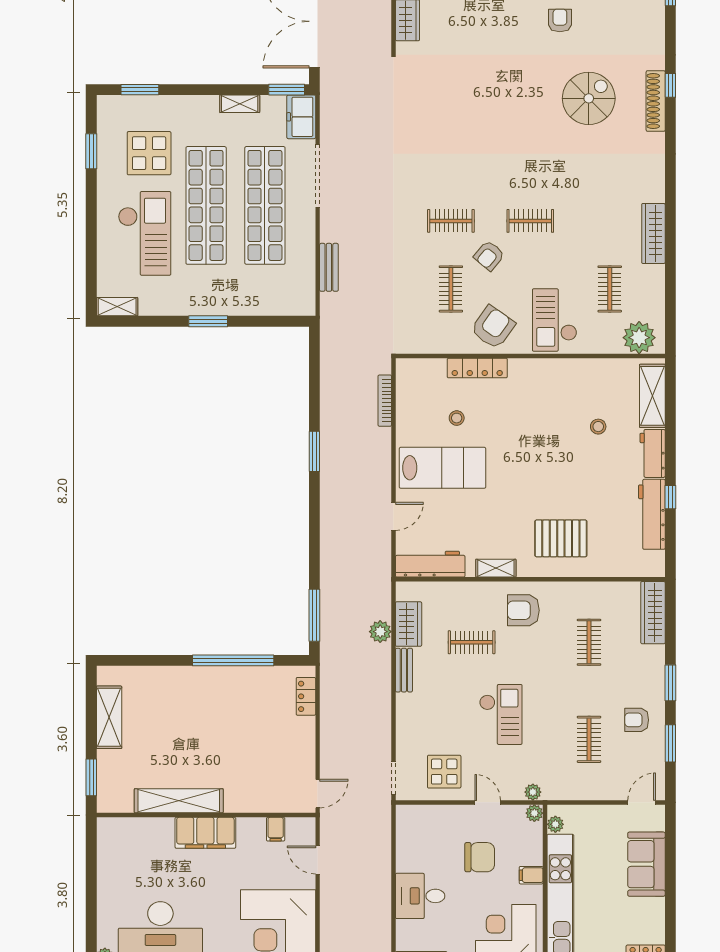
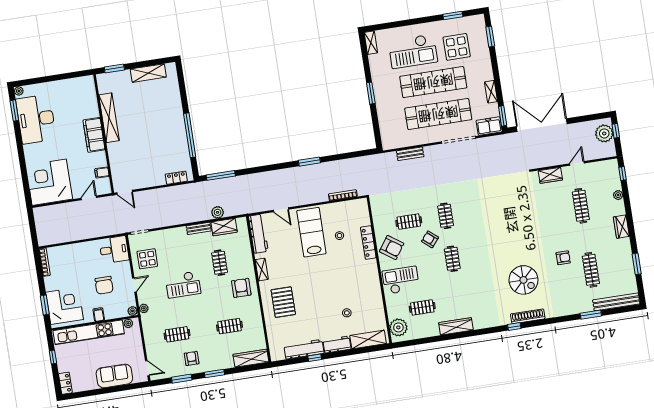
window: (670, 85) -> (514, 327), moved
lab bench: (443, 468) -> (311, 232), turned 180
desk: (420, 896) -> (114, 250), moved, turned 90

